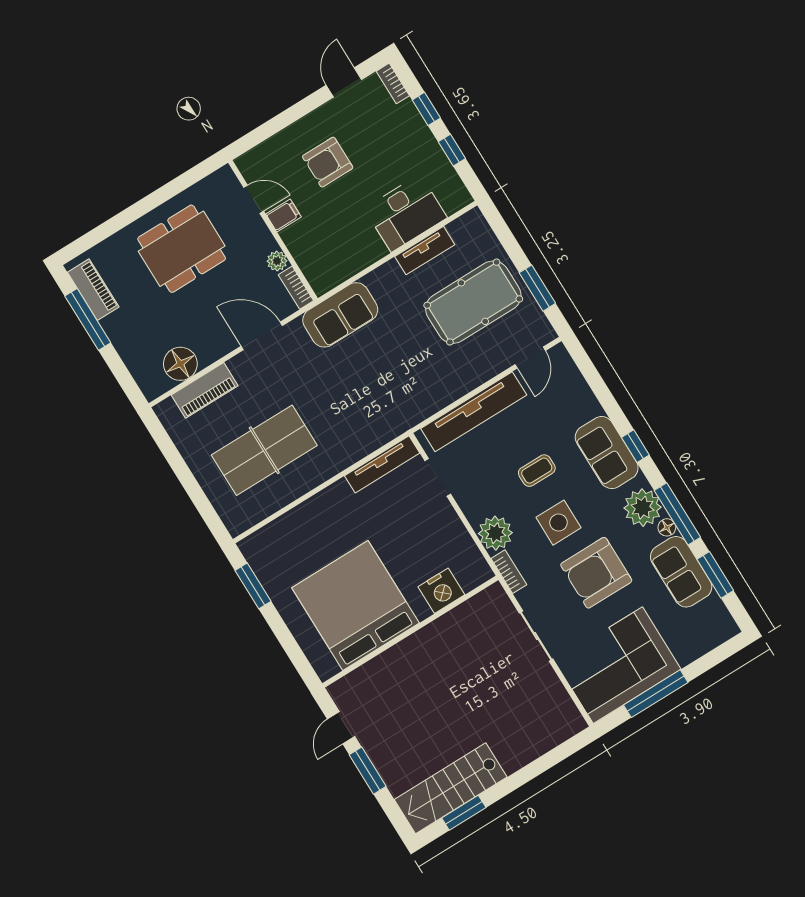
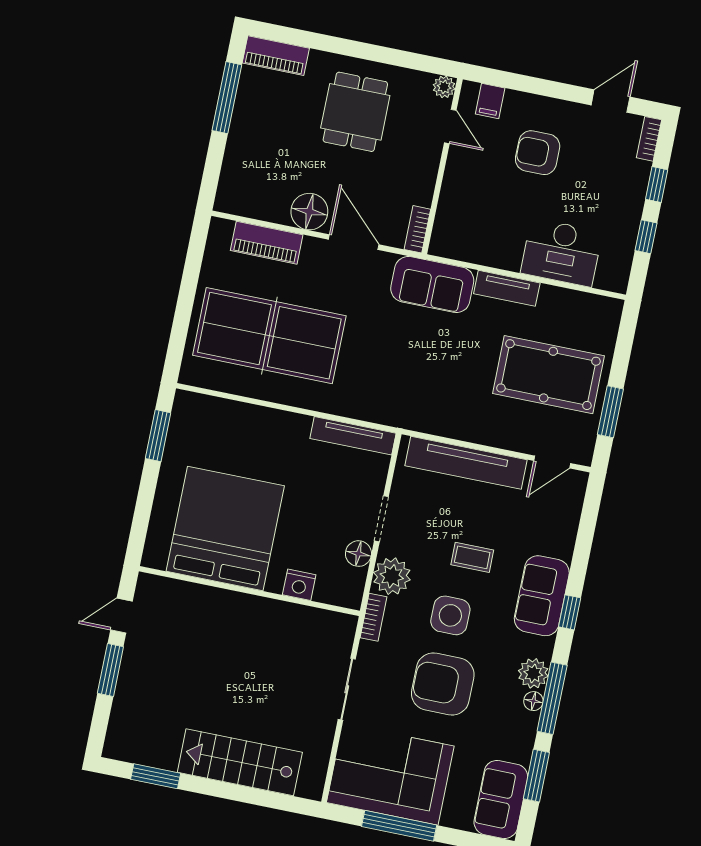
filing cabinet: (283, 215) -> (490, 101), moved, turned 90
dining table: (182, 249) -> (355, 112), width x0.73
tv unit: (425, 251) -> (507, 288), moved
plant: (277, 261) -> (444, 87), moved
piano: (93, 290) -> (276, 56), moved, turned 90
floor lamp: (180, 364) -> (309, 212), moved
table tennis table: (264, 450) -> (269, 336), width x1.36, depth x1.32
doorway: (438, 477) -> (381, 519), moved
plant: (643, 508) -> (533, 673), width x0.73, depth x0.73
floor lamp: (459, 539) -> (358, 554), added
sofa: (681, 572) -> (501, 799), moved
nightstand: (441, 591) -> (299, 585), width x0.74, depth x0.75
stairs: (451, 788) -> (240, 762), moved

